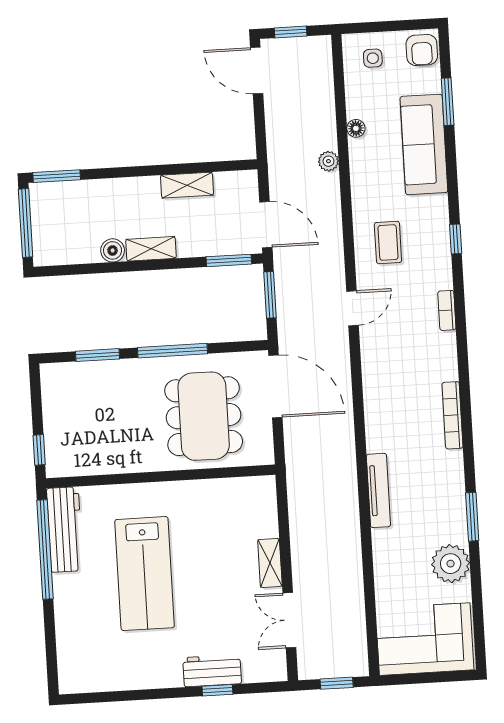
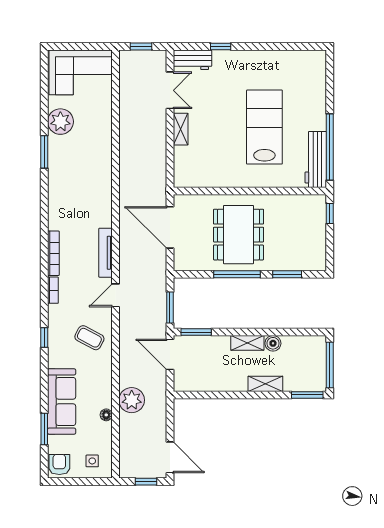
plant: (328, 161) -> (132, 400), width x1.88, depth x1.88
shelving: (187, 185) -> (265, 384), moved
coffee table: (388, 242) -> (89, 338), turned -62
door: (275, 386) -> (170, 227), moved
bookcase: (452, 415) -> (53, 253), moved
dining table: (204, 416) -> (239, 235), moved
tv unit: (378, 490) -> (106, 253), moved
workbench: (212, 671) -> (192, 60), moved

